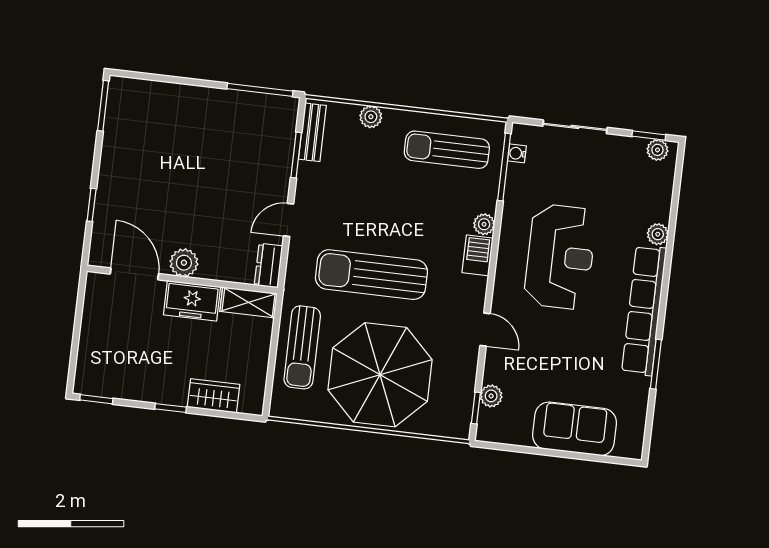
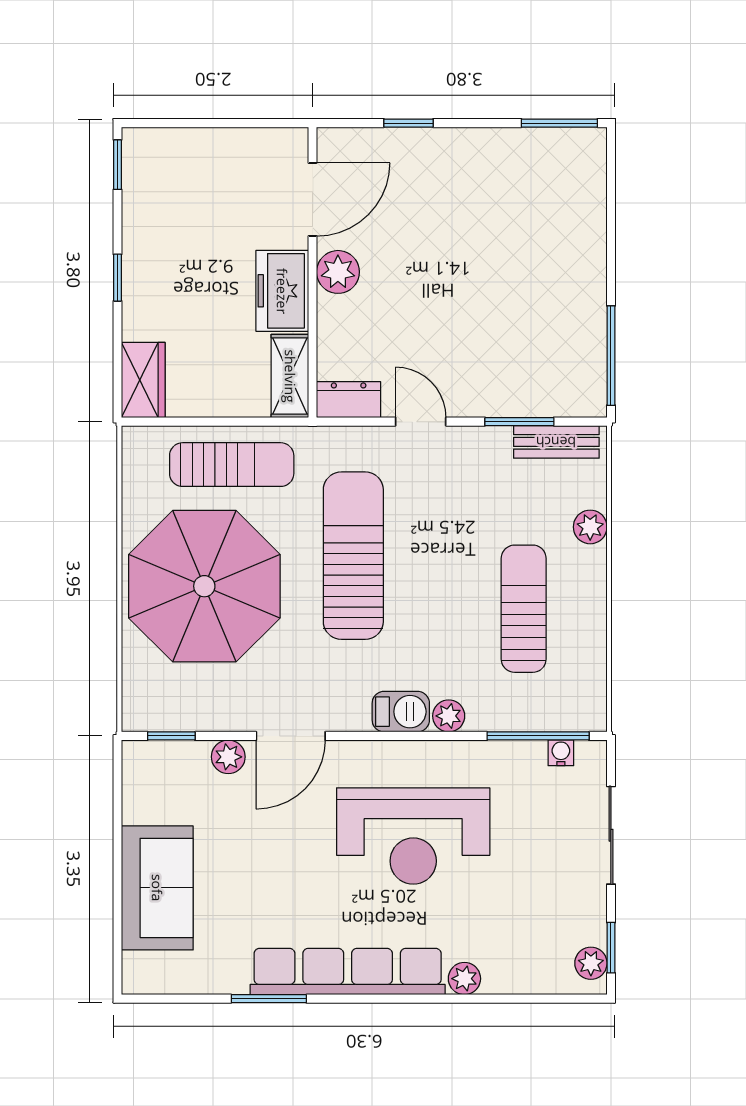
sun lounger: (447, 150) -> (524, 609), moved
door: (485, 330) -> (291, 736), width x1.38
sun lounger: (302, 347) -> (232, 465), turned 180
wardrobe: (213, 396) -> (143, 380), moved
plant: (491, 396) -> (228, 757), moved

